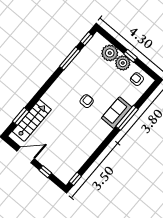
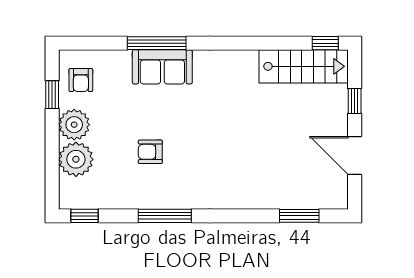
window: (131, 56) -> (52, 95), moved
window: (70, 59) -> (165, 216), moved
armchair: (87, 101) -> (150, 152), moved
stairs: (32, 120) -> (304, 66), moved, turned 180

